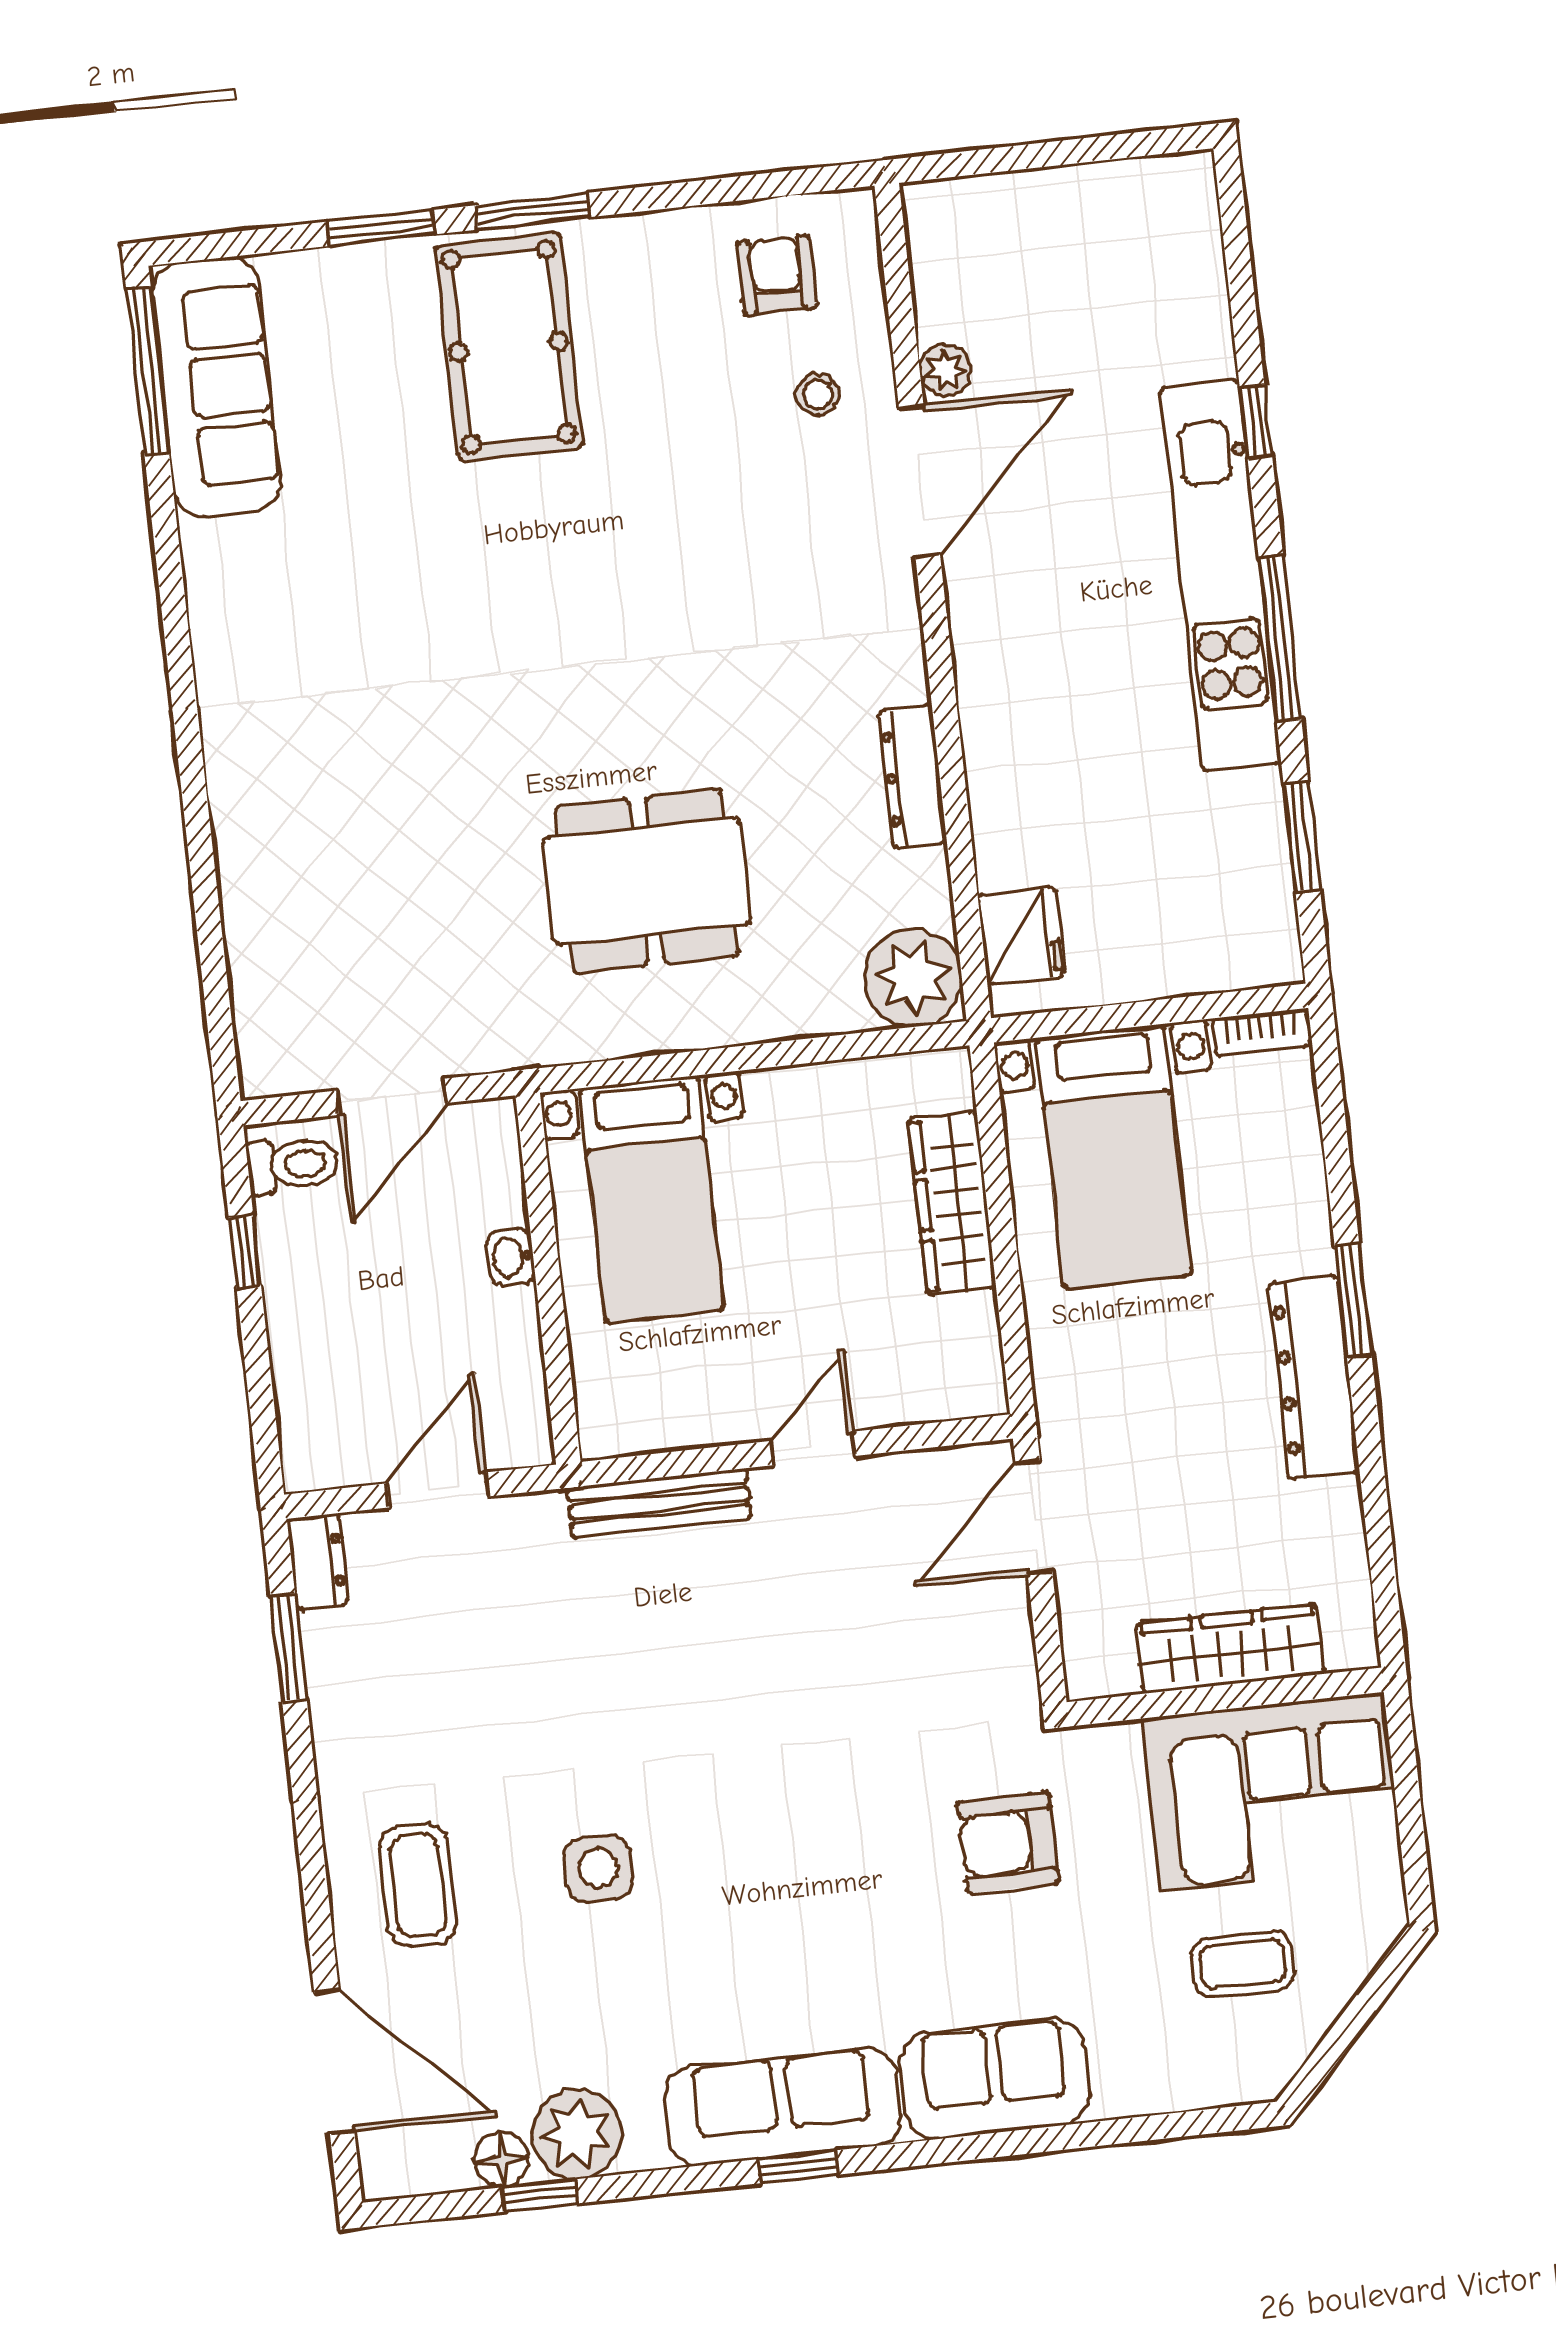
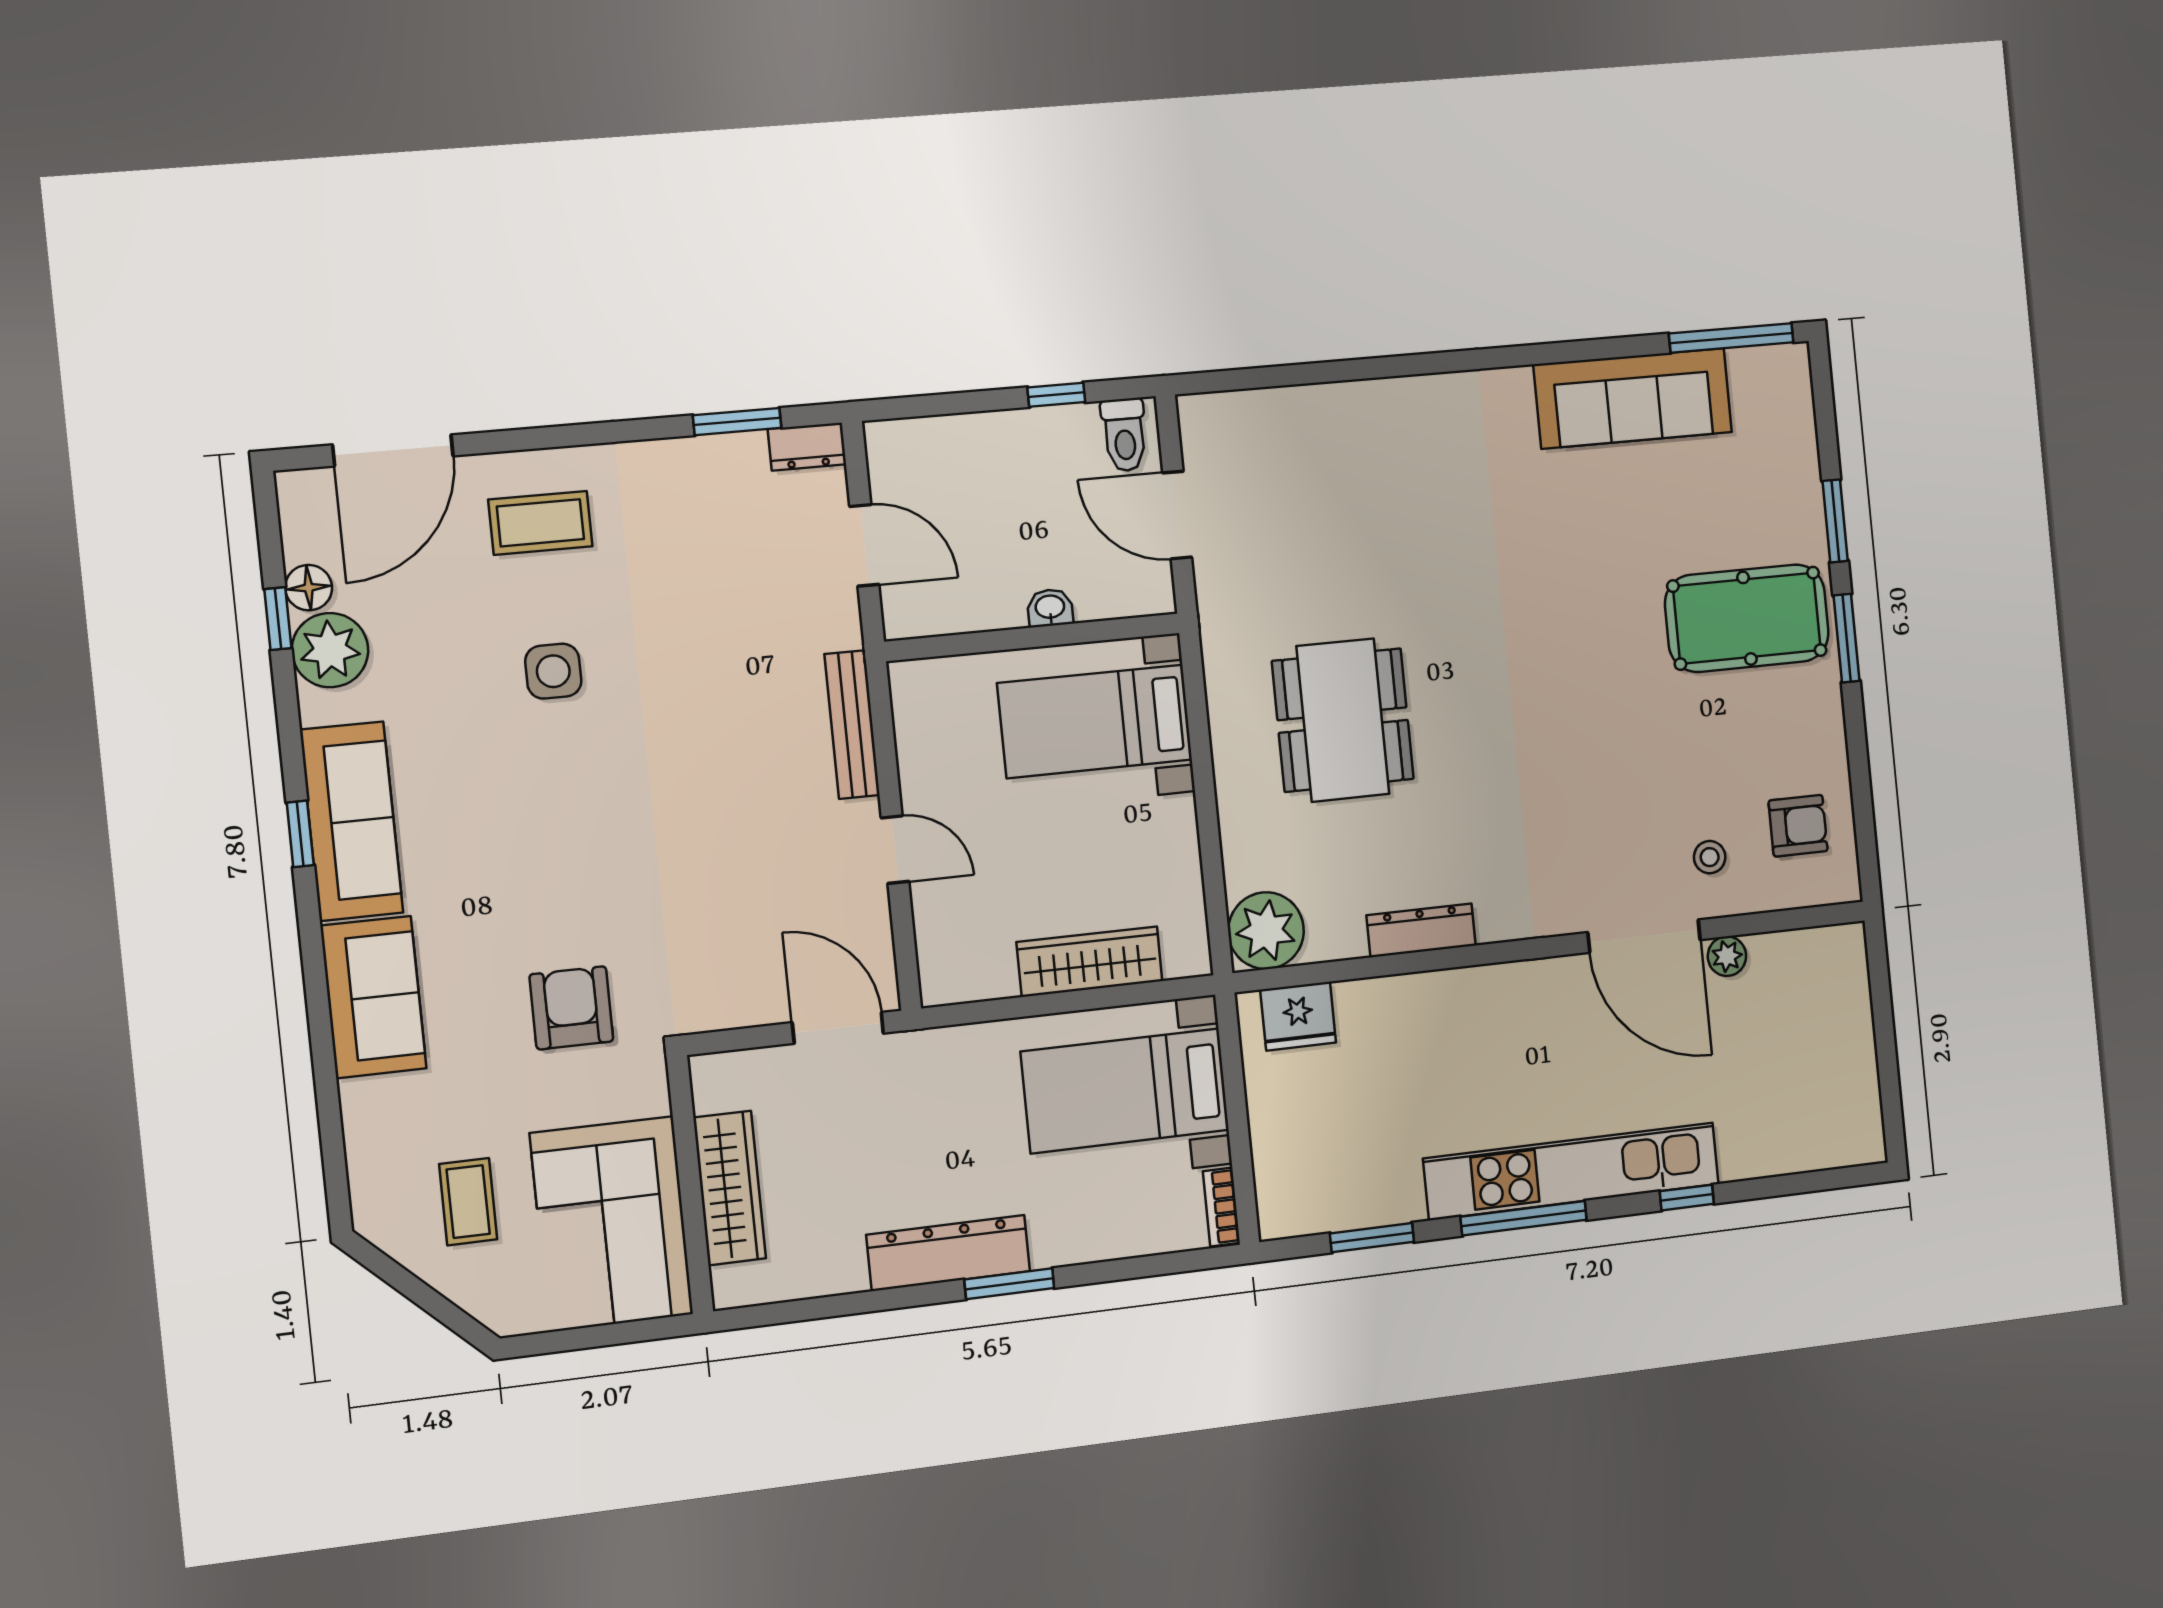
sofa: (216, 387) -> (1633, 398), moved

